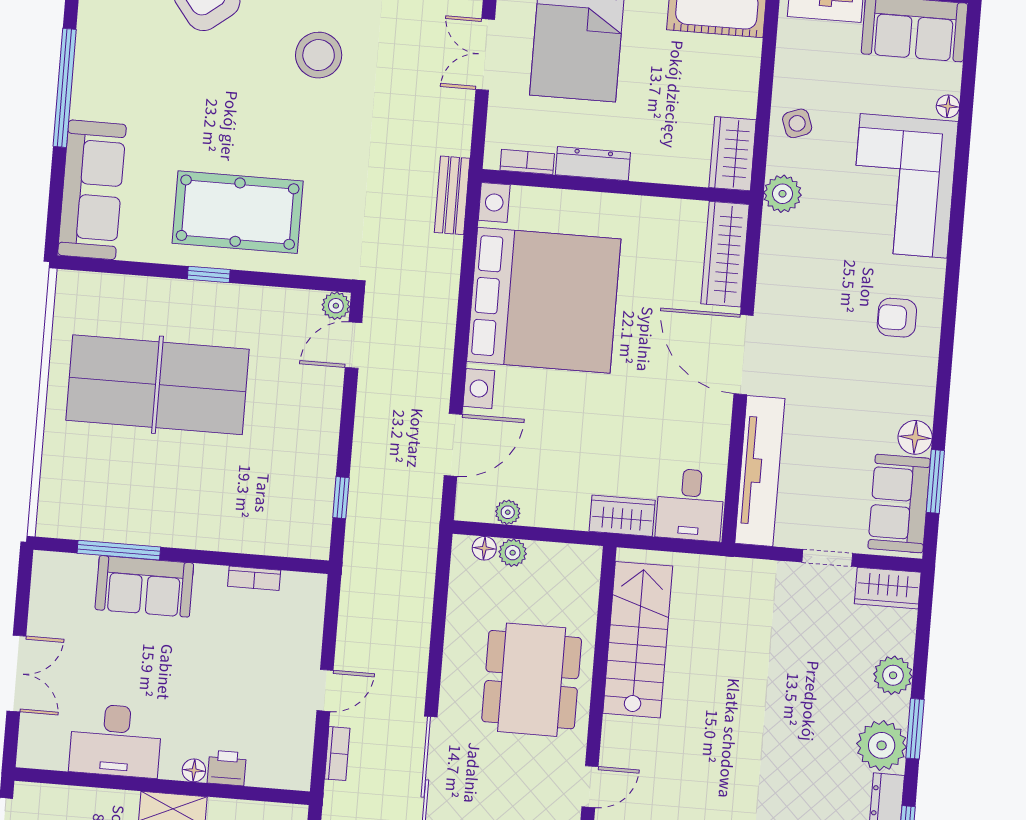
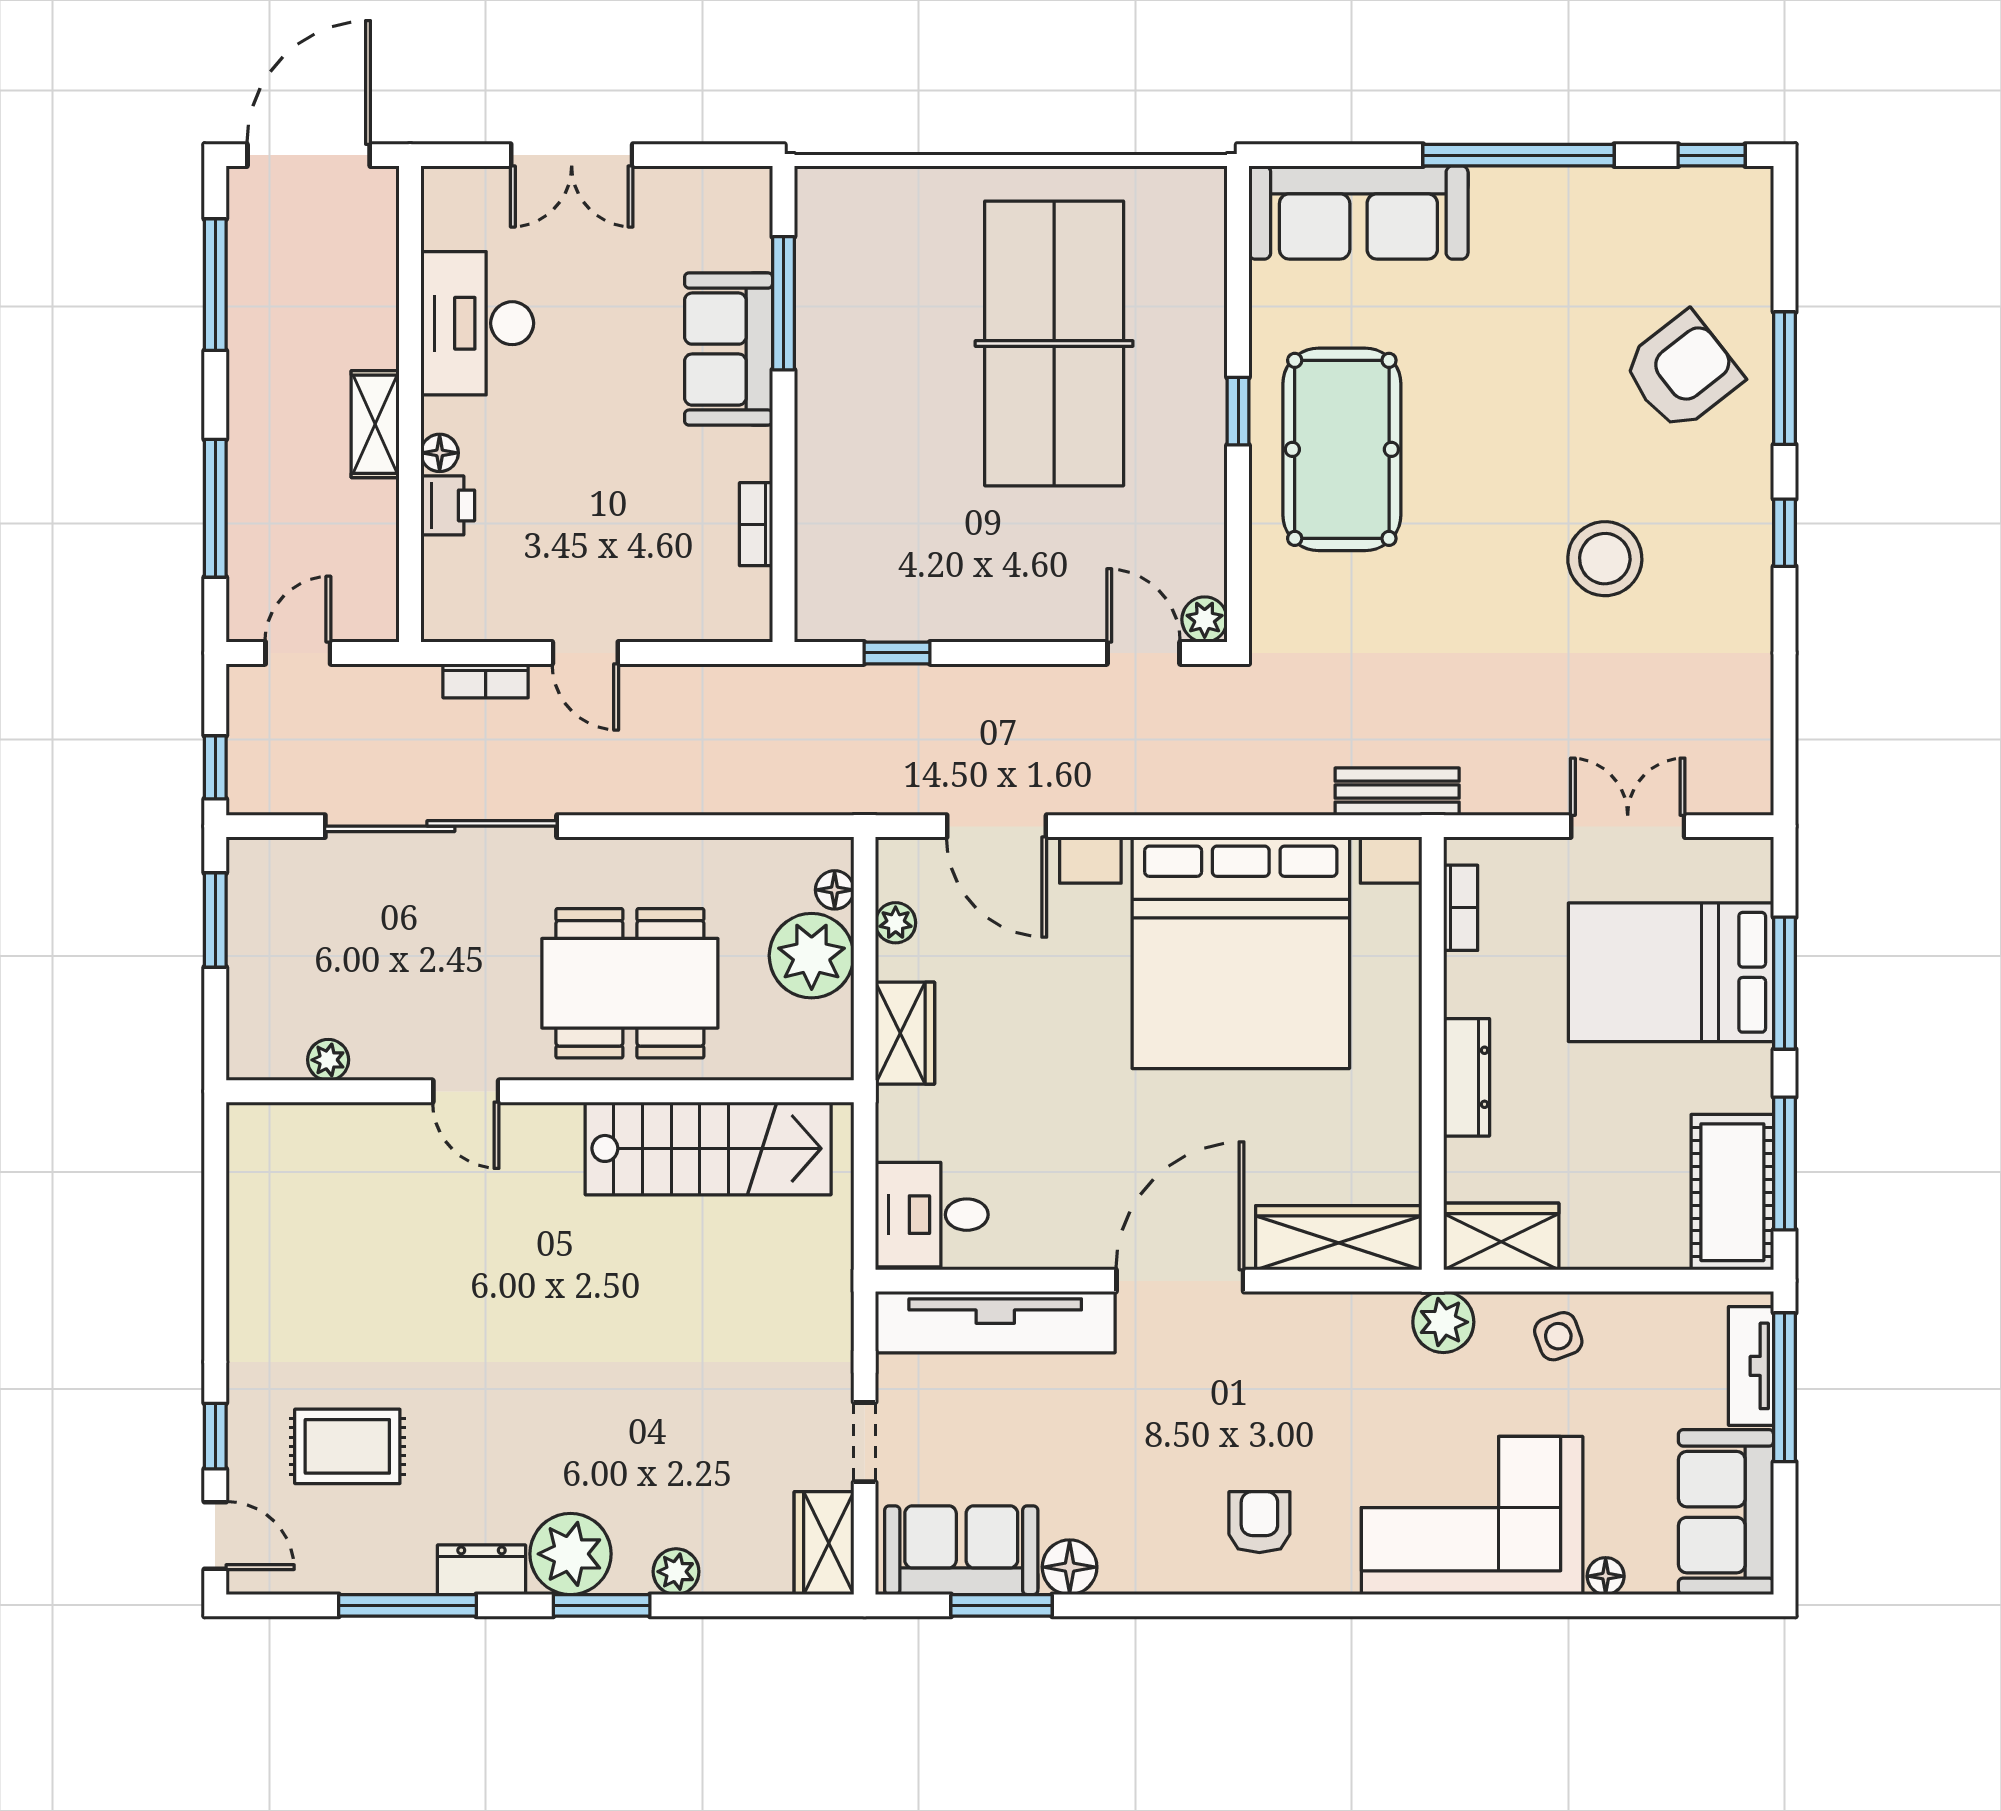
dresser: (593, 164) -> (1467, 1077), moved
wardrobe: (622, 516) -> (905, 1033), moved
plant: (513, 553) -> (812, 956), width x1.87, depth x1.87
plant: (893, 675) -> (676, 1572), width x0.73, depth x0.73

